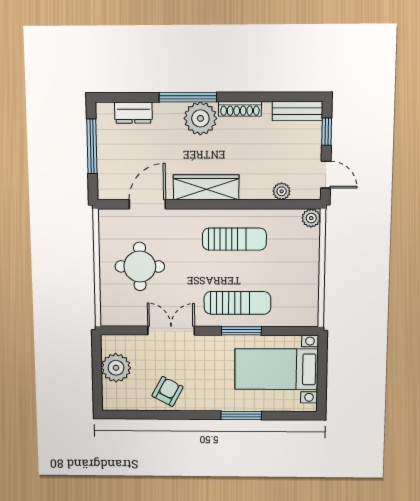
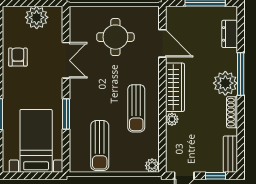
plant: (282, 191) -> (172, 119), moved
sun lounger: (237, 303) -> (100, 146), moved
armchair: (167, 391) -> (18, 57), turned -118

